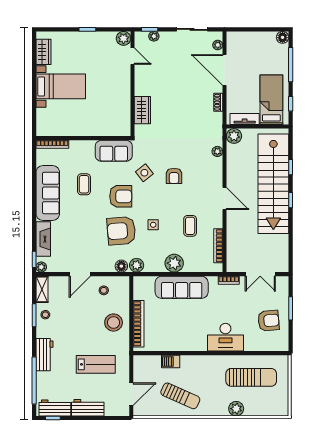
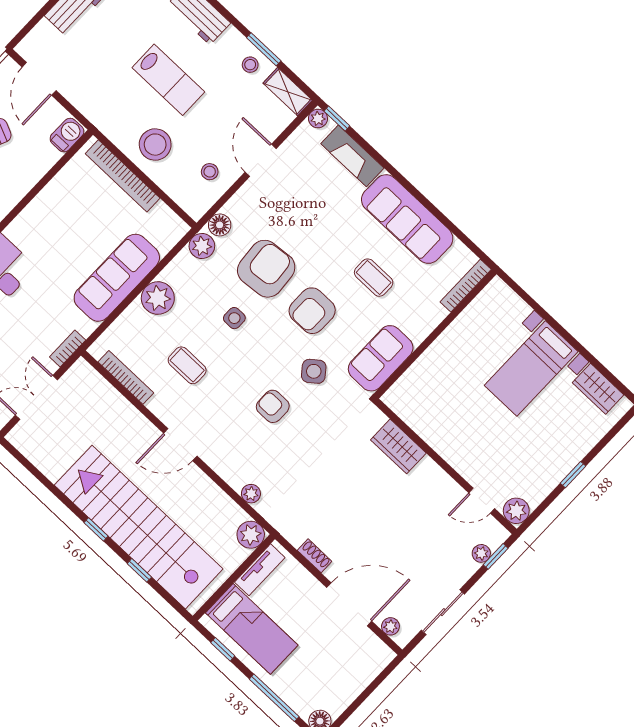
barbecue: (171, 362) -> (67, 135), moved
lab bench: (96, 364) -> (168, 80), moved, turned -90

